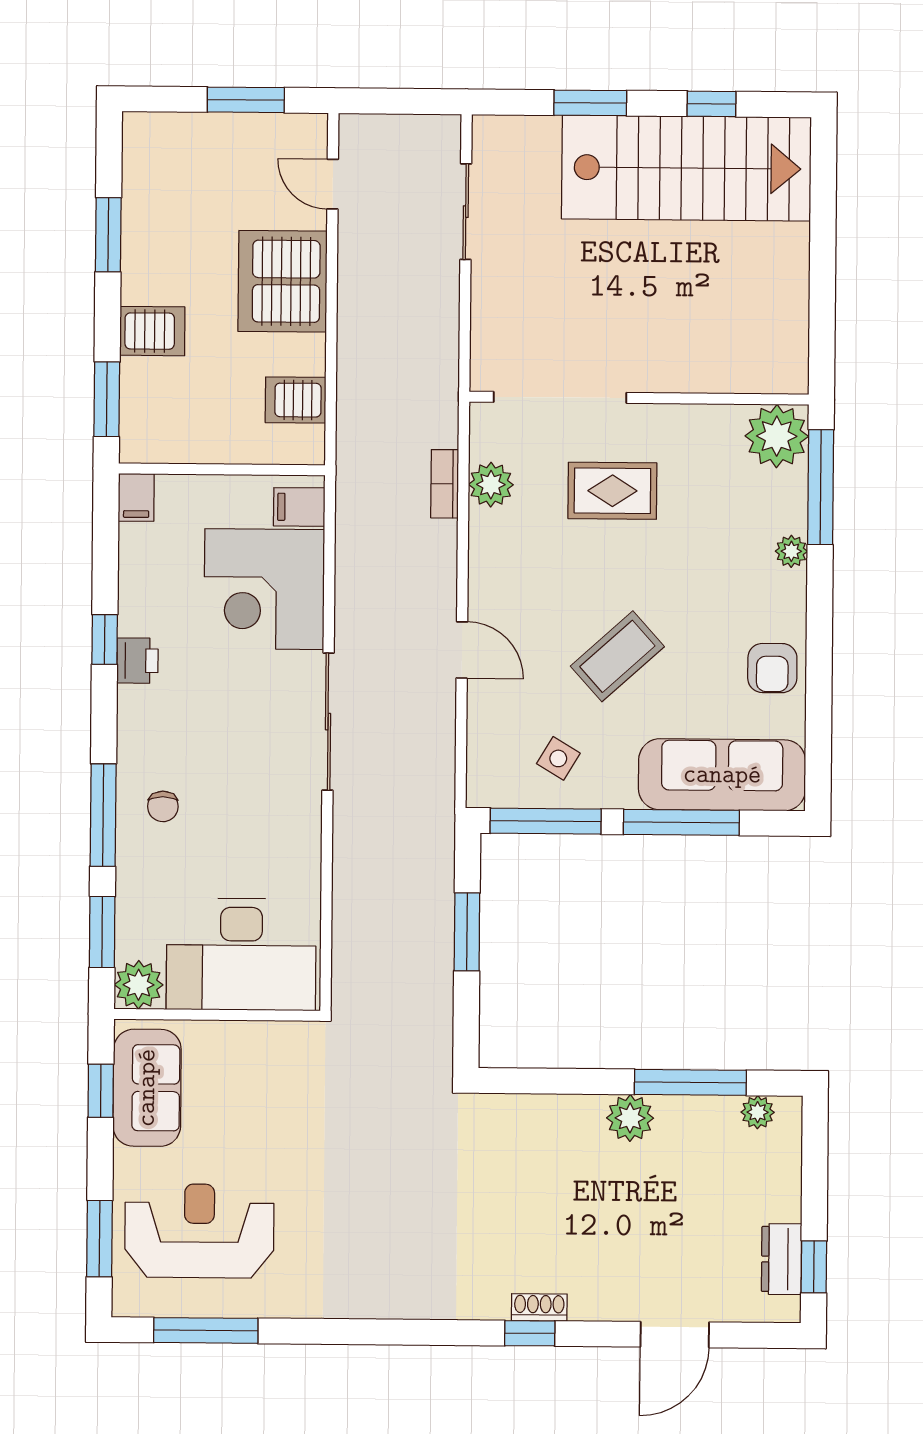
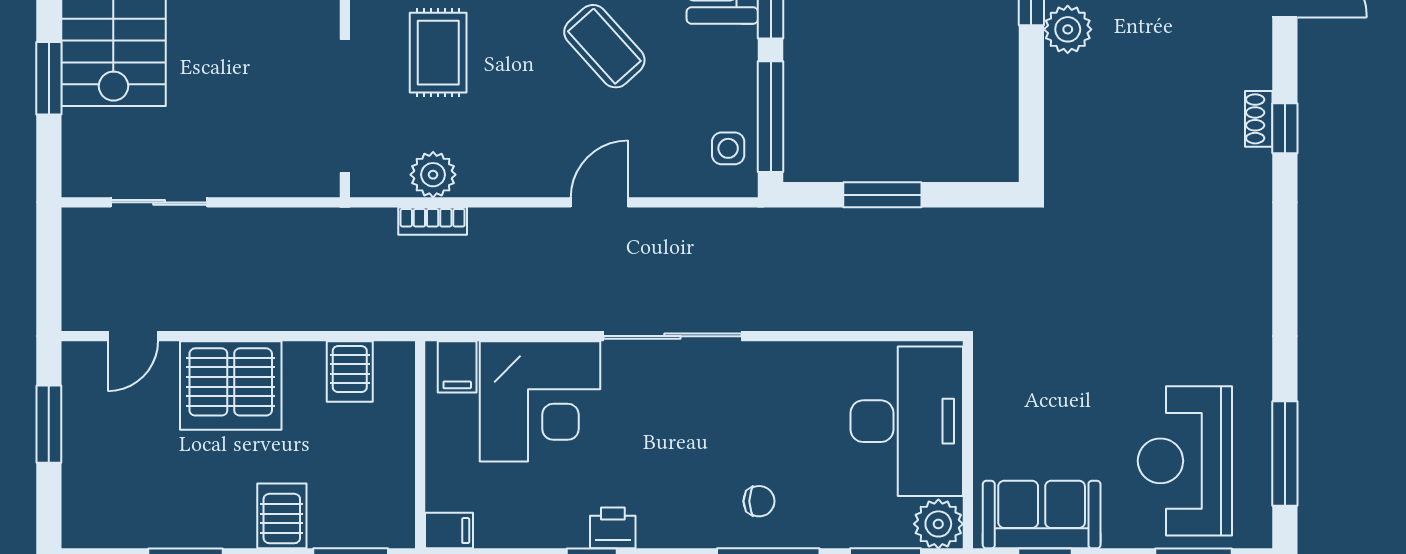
side table: (558, 758) -> (728, 148), moved, turned -31

